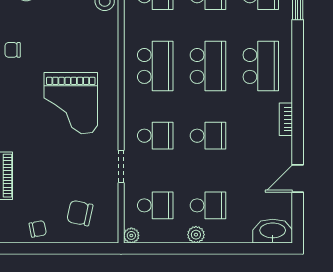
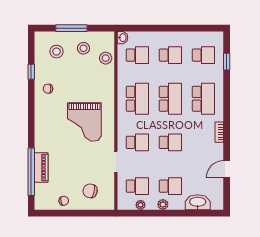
washbasin: (273, 231) -> (198, 202), moved
plant: (131, 235) -> (141, 205), moved

